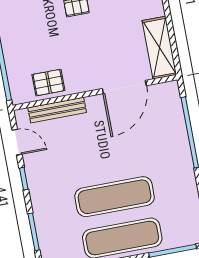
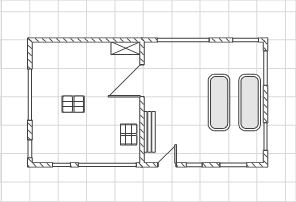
shelving: (159, 48) -> (126, 48), width x0.67, depth x0.75
door: (124, 87) -> (142, 81), swing flipped

